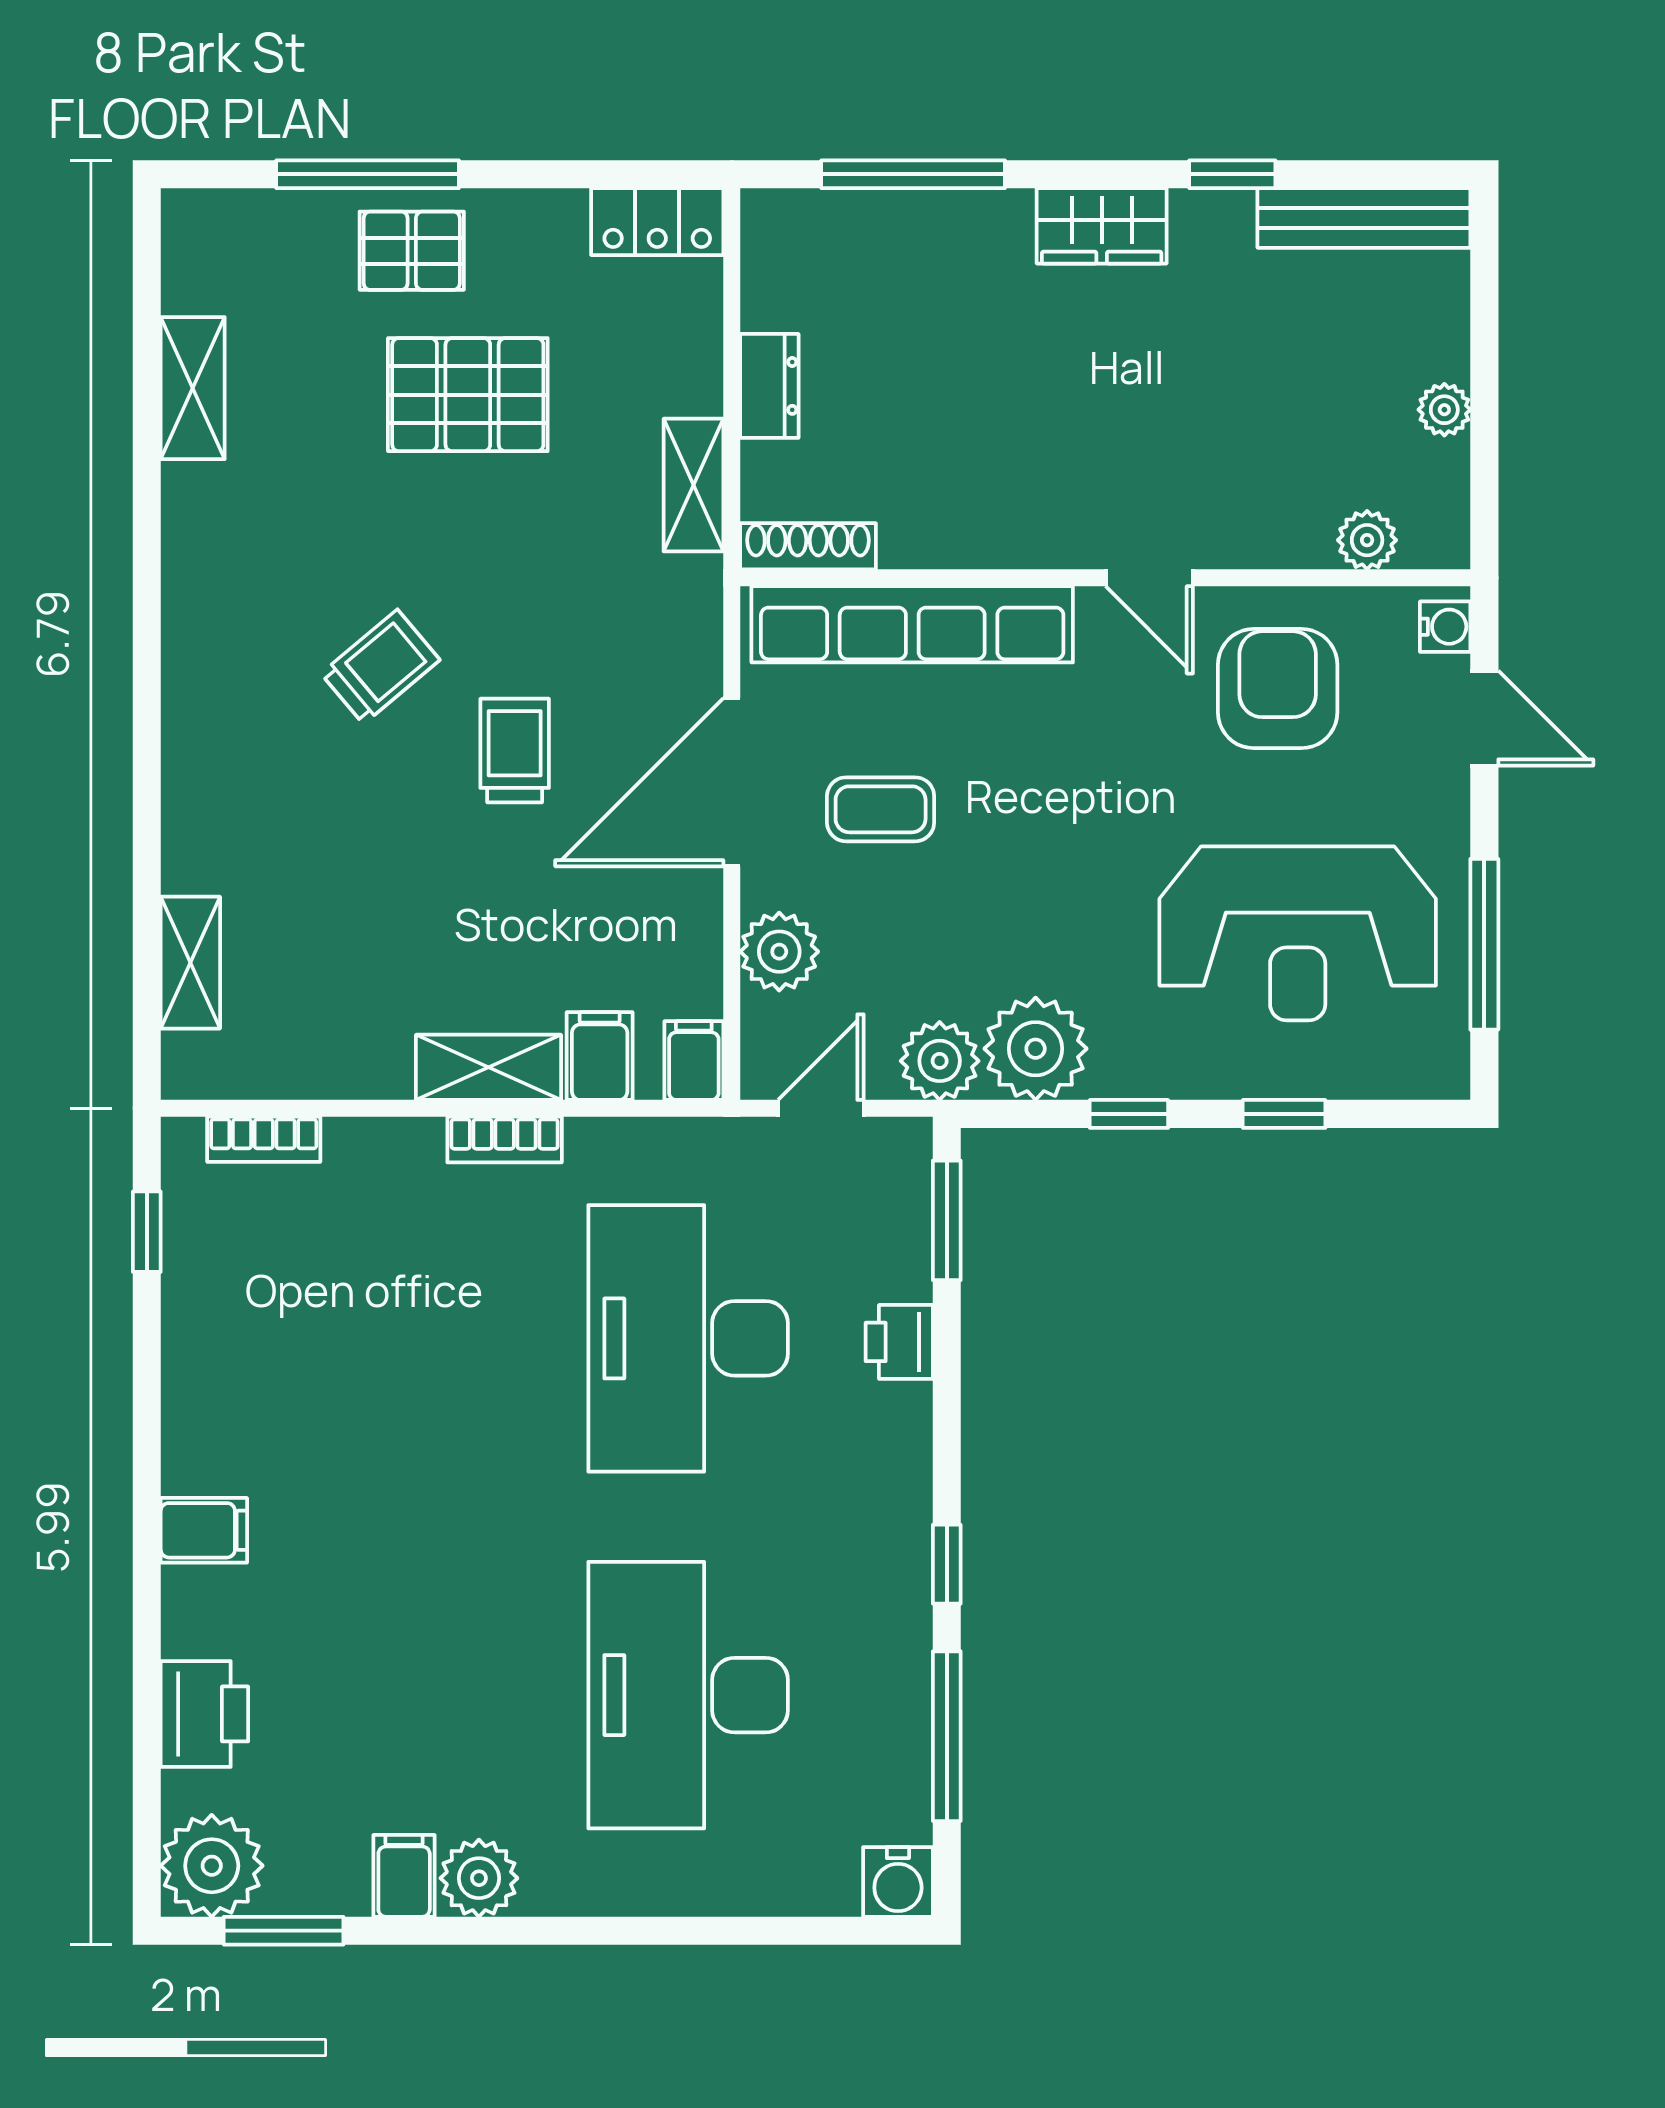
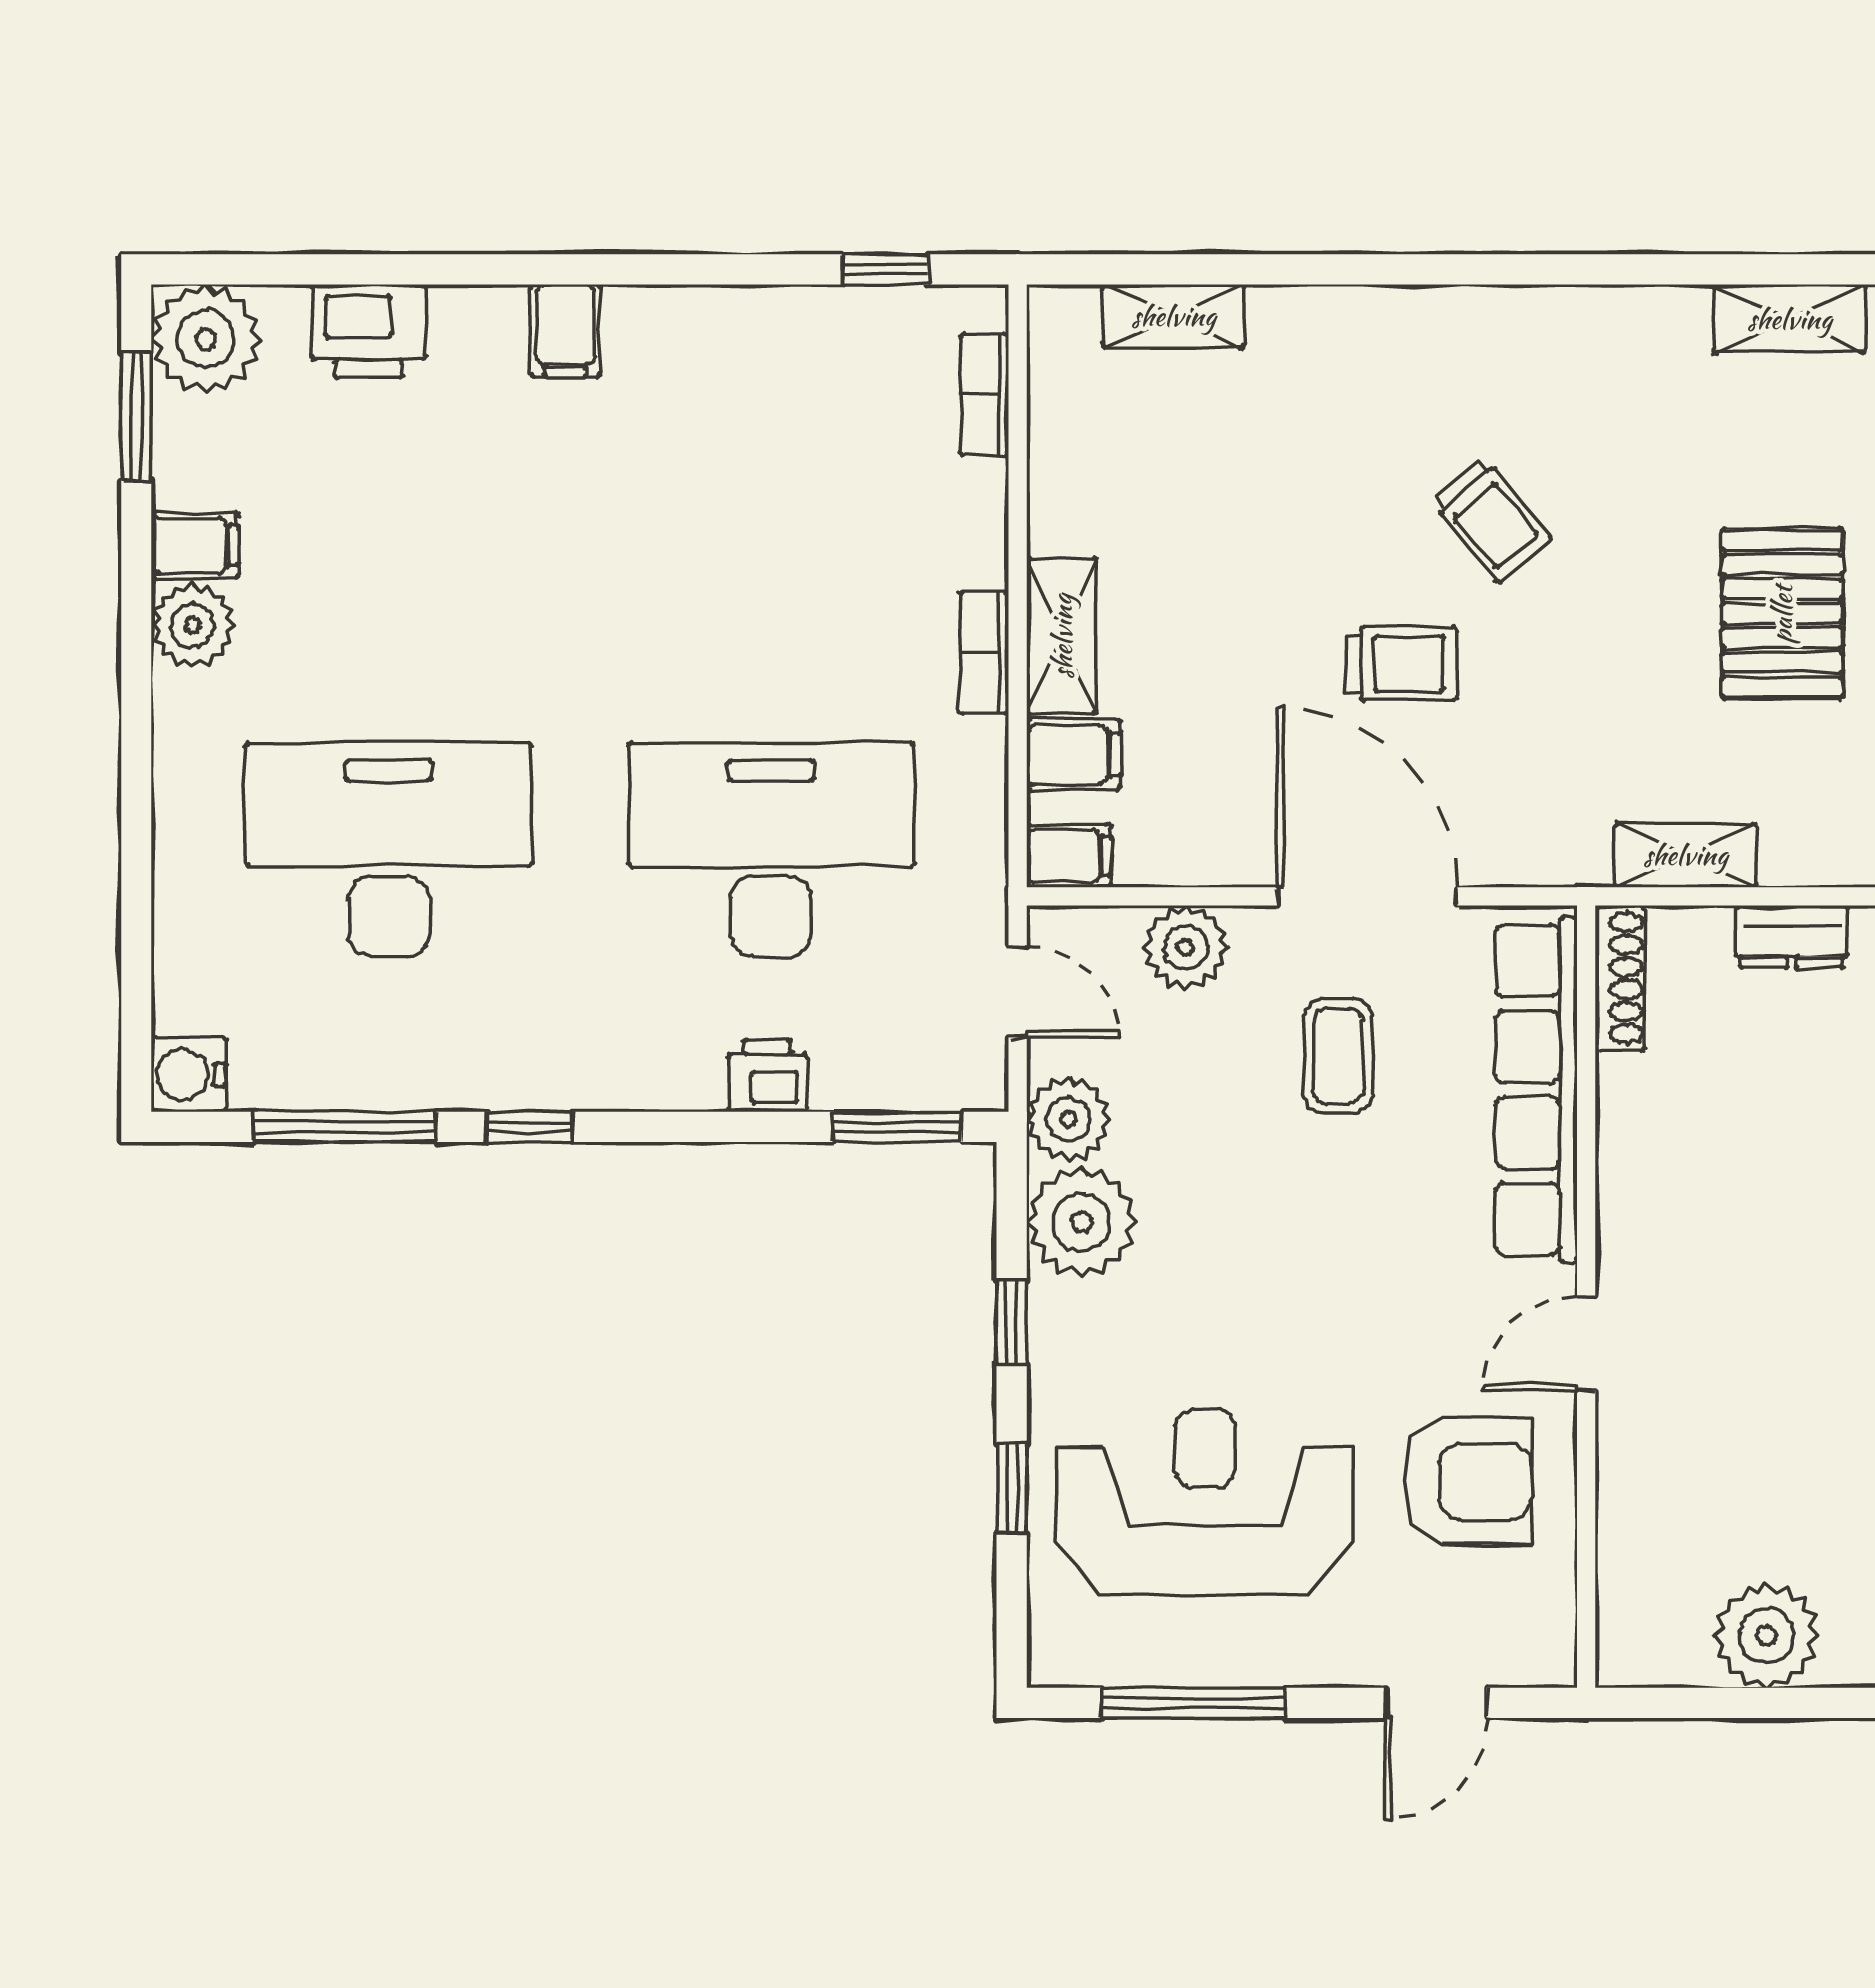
plant: (1444, 410) -> (1766, 1636), width x1.87, depth x1.87
plant: (1367, 540) -> (1627, 1577), removed
water cooler: (1445, 627) -> (1534, 1661), removed
reception desk: (1298, 933) -> (1205, 1503), turned 90

